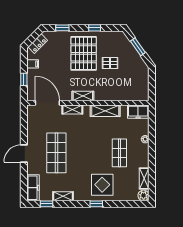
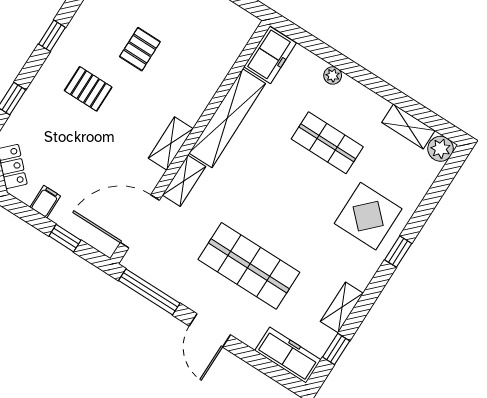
pallet: (84, 53) -> (88, 89), width x0.49, depth x0.50
shelving: (105, 111) -> (227, 118), width x1.47
window: (24, 123) -> (149, 292), added

